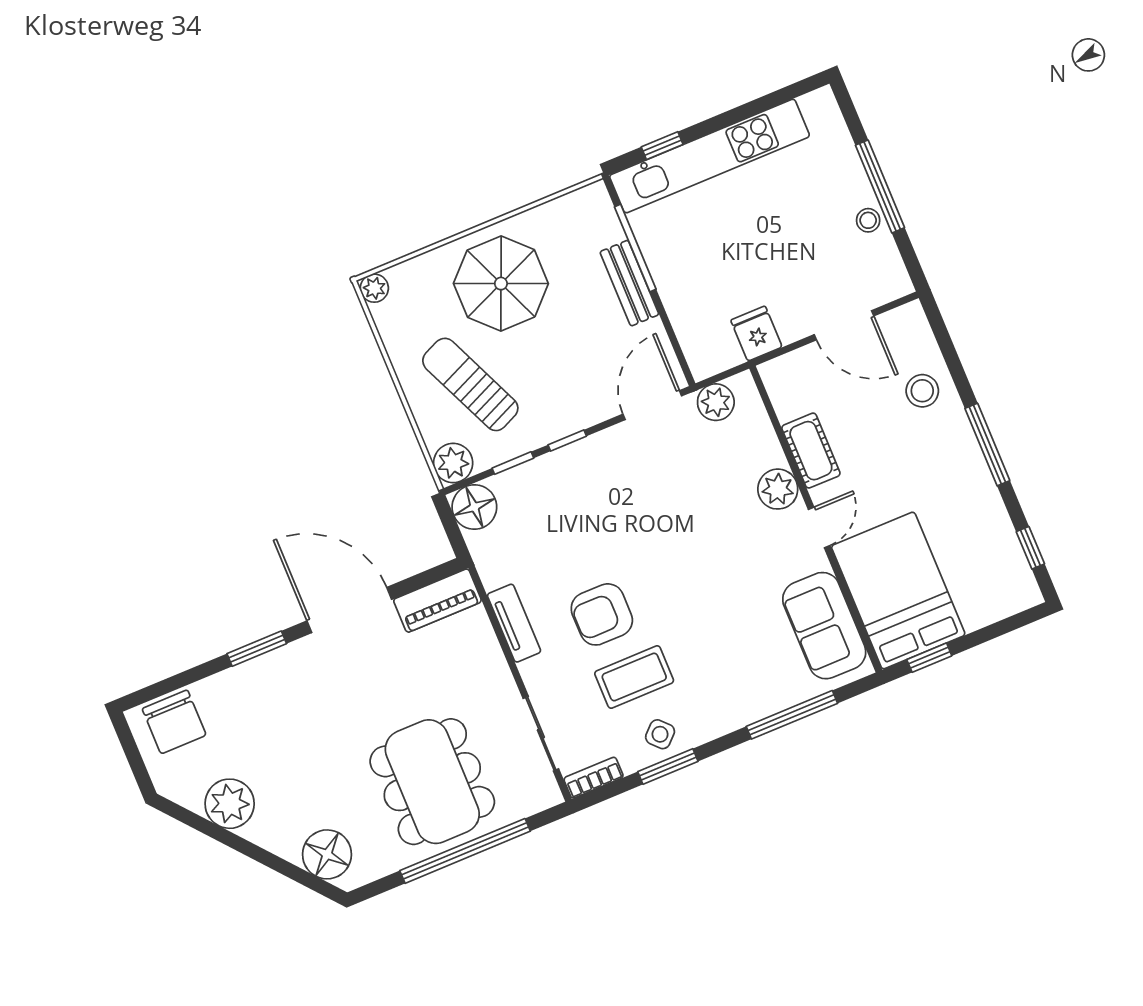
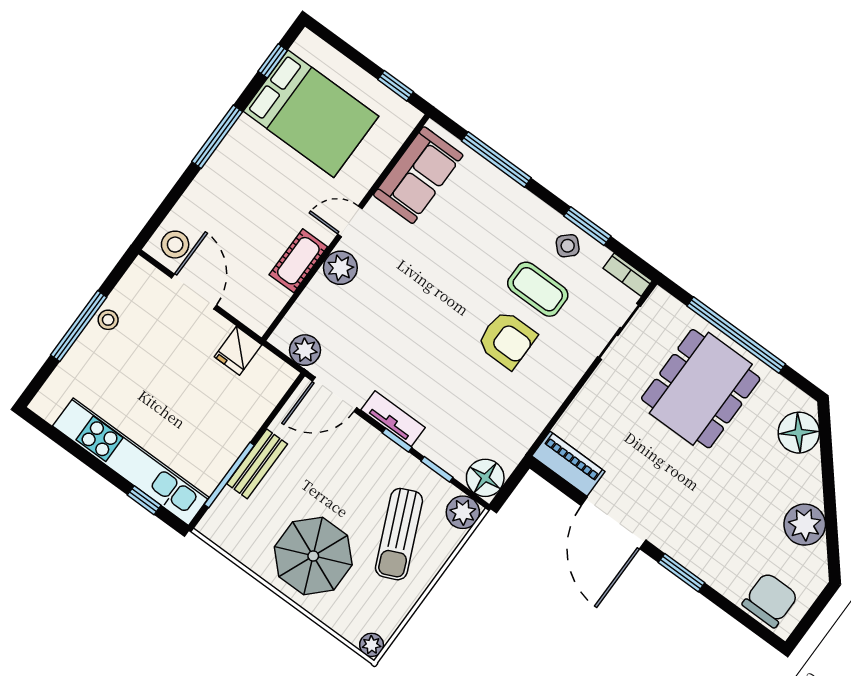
stool: (922, 391) -> (175, 245), moved
bed: (898, 590) -> (311, 114), moved, turned -90
tv unit: (514, 623) -> (393, 419), moved, turned 90

